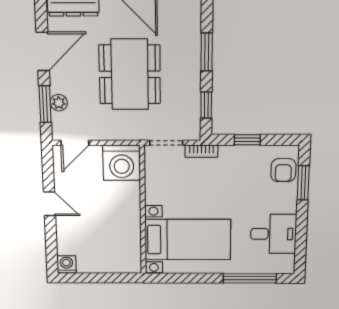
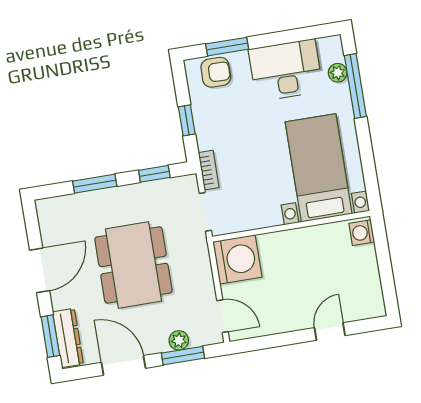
dining table: (130, 74) -> (133, 265), turned 90
door: (49, 204) -> (330, 332), moved
desk: (273, 234) -> (286, 70), width x1.37
washing machine: (66, 264) -> (362, 233), moved
plant: (263, 266) -> (338, 73), added

